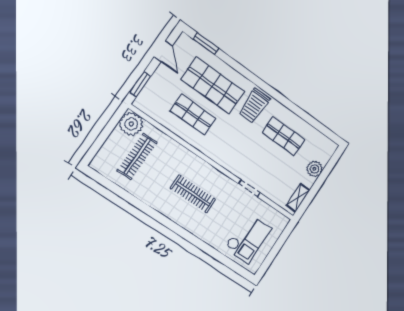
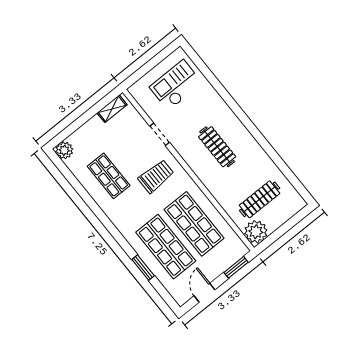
window: (206, 44) -> (143, 268), moved
trolley: (254, 105) -> (156, 176), moved
shop shelf: (193, 115) -> (194, 224), width x1.43, depth x1.36
plant: (315, 169) -> (64, 150), moved

